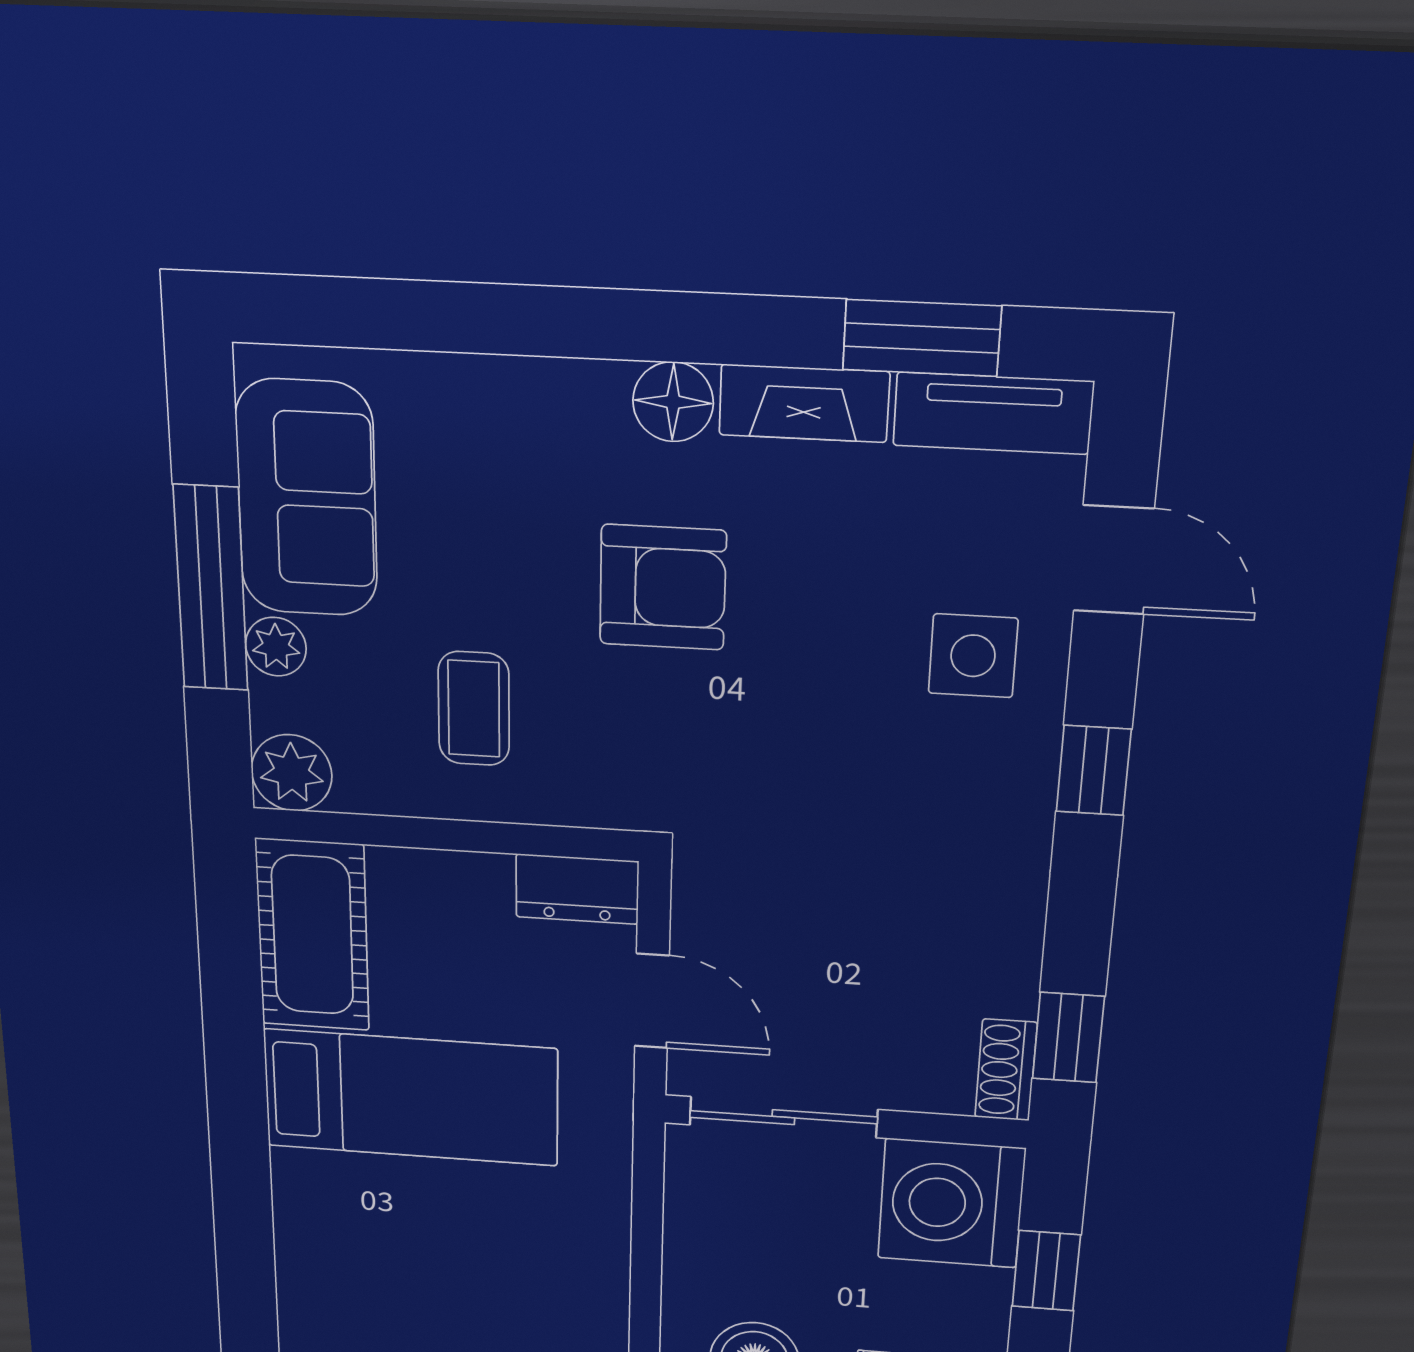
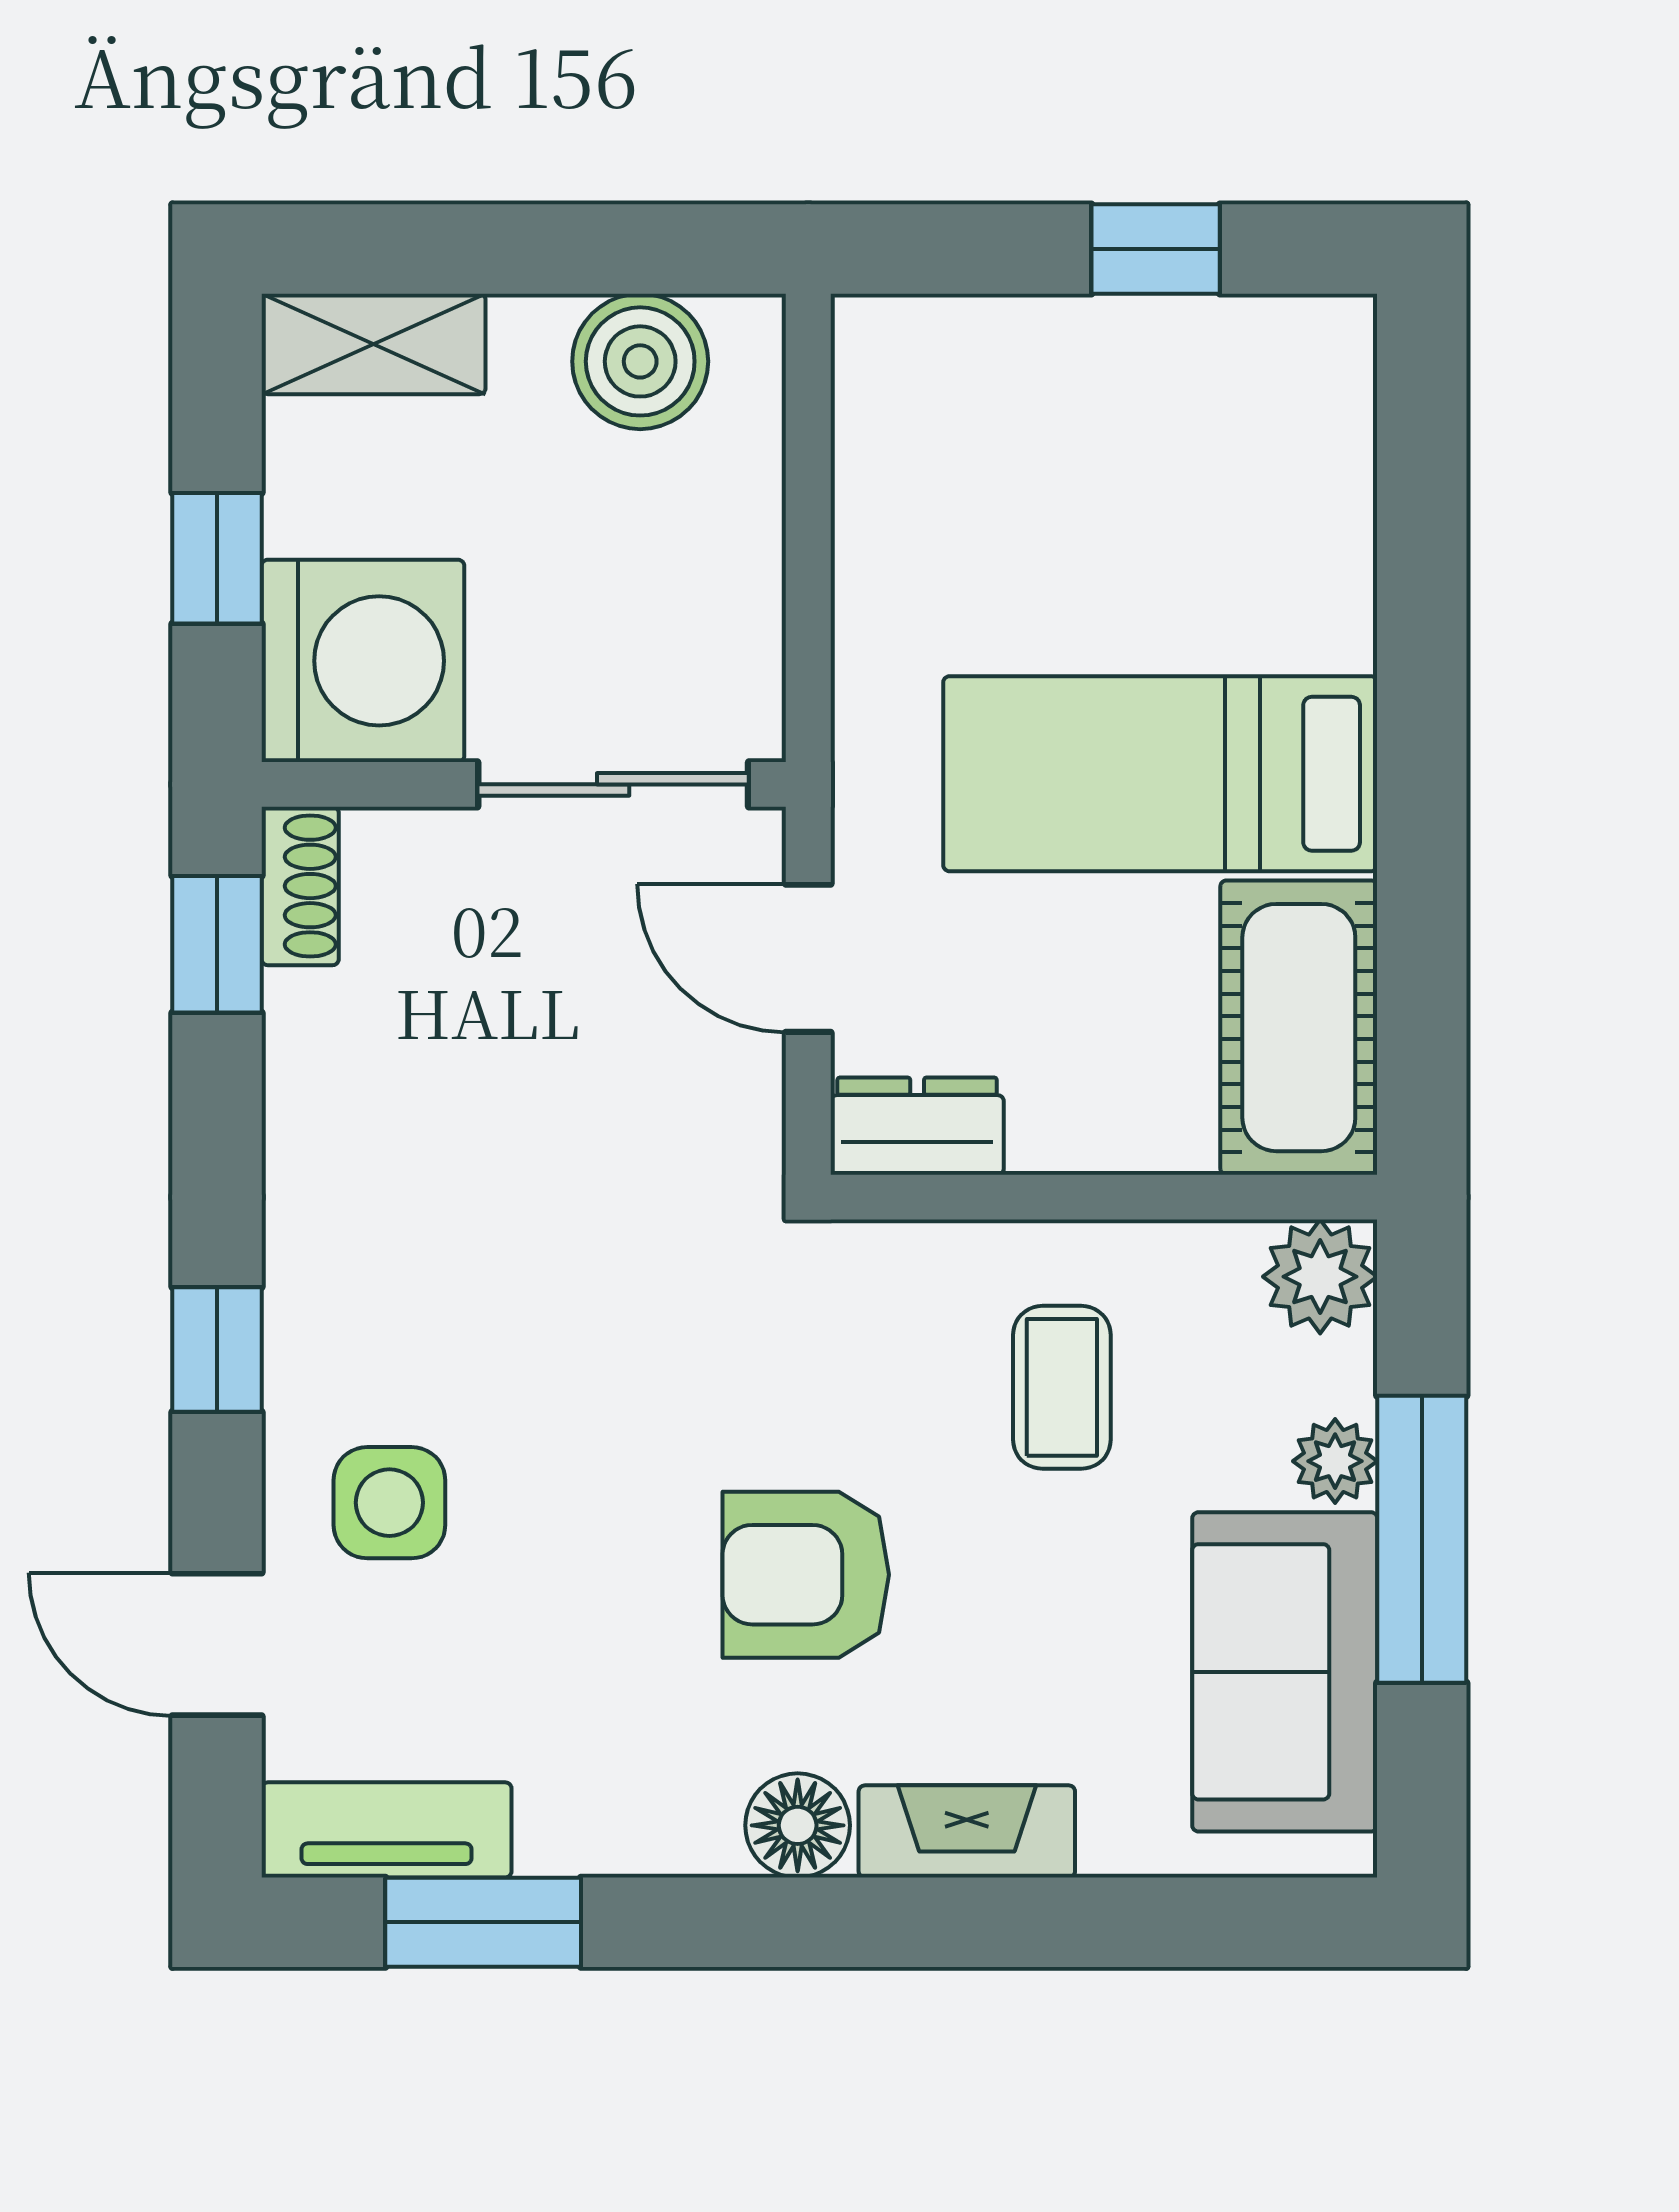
fireplace: (804, 403) -> (967, 1831), moved

